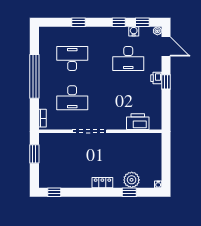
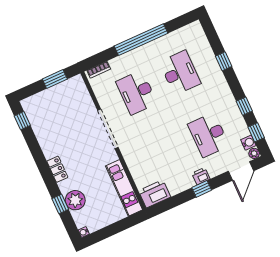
water cooler: (134, 31) -> (248, 143), moved
printer: (138, 122) -> (155, 194), moved, turned -90
kitchen unit: (139, 139) -> (124, 188), added

